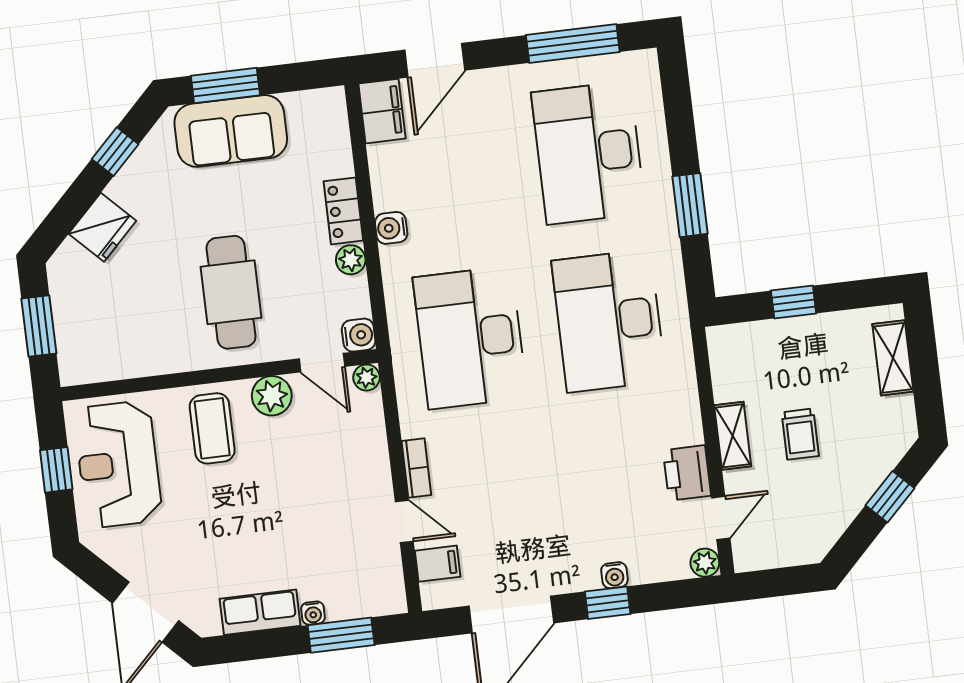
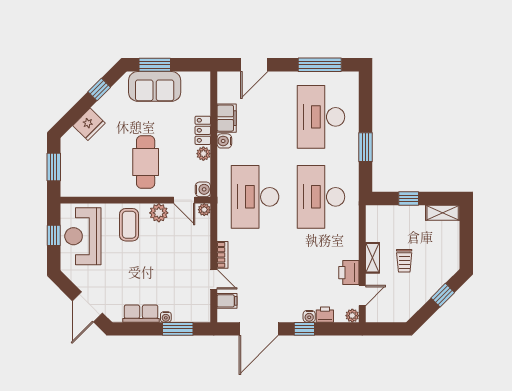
filing cabinet: (382, 111) -> (227, 118), moved
shelving: (893, 358) -> (443, 213), moved, turned 90
printer: (647, 567) -> (325, 315), added

